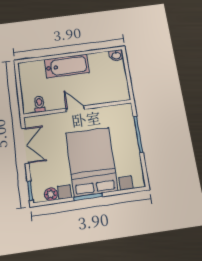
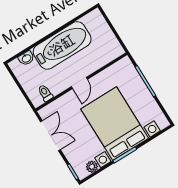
washbasin: (116, 55) -> (26, 58), moved
bathtub: (67, 66) -> (62, 45), width x1.36, depth x1.36
door: (75, 109) -> (79, 83), swing flipped

